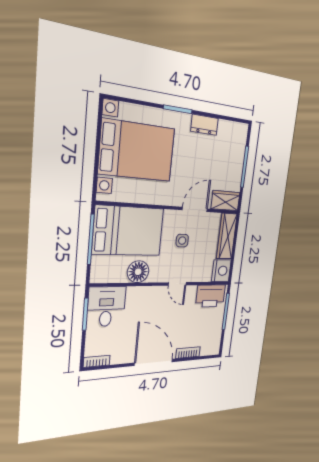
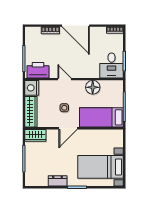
bed with nightstands: (137, 151) -> (101, 167), width x0.73
door: (195, 209) -> (68, 128), moved
bed: (128, 231) -> (101, 117), width x0.67

